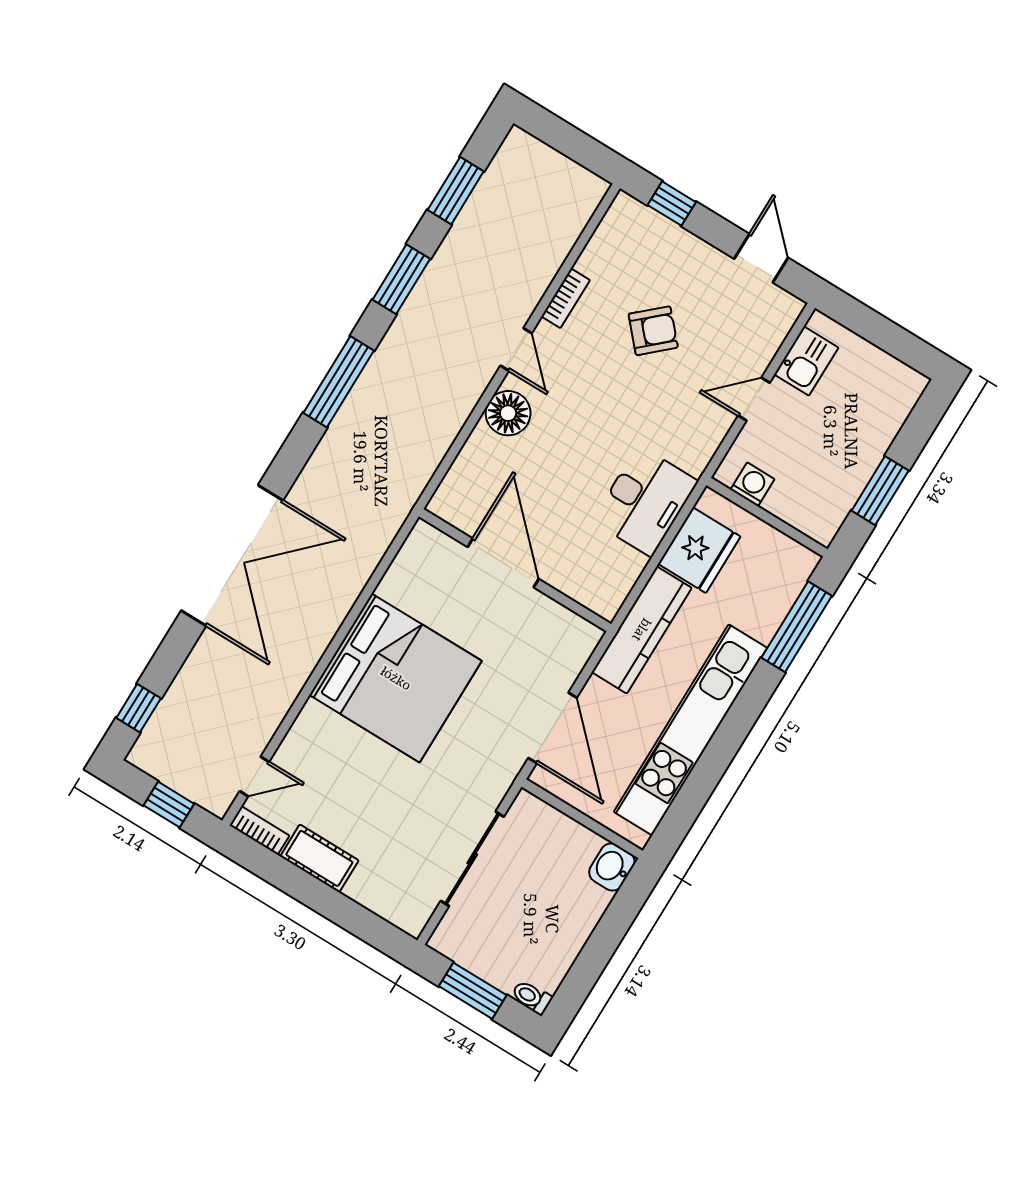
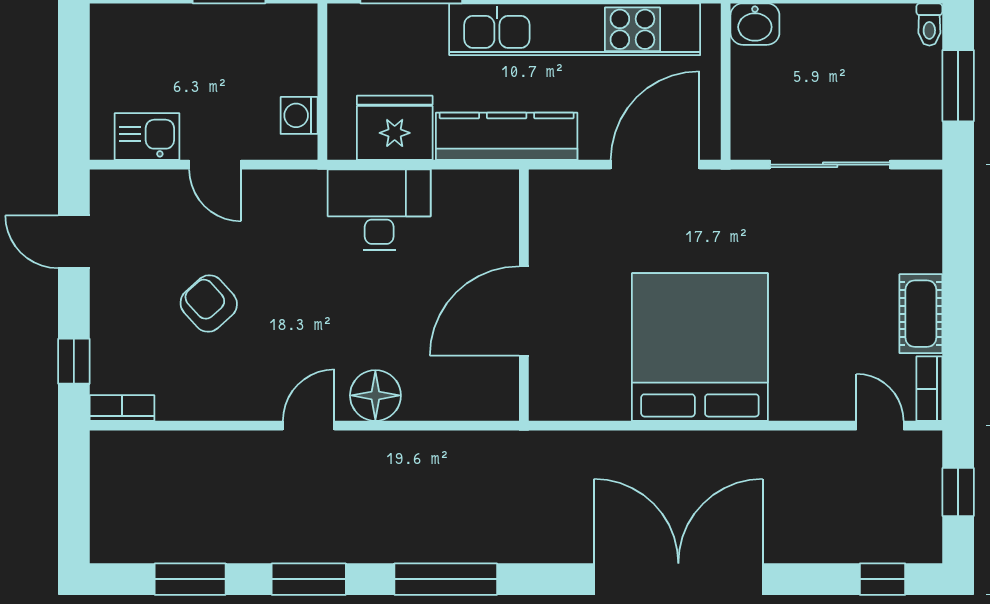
door: (761, 258) -> (74, 242), hinge flipped
bookcase: (566, 298) -> (122, 408), moved

